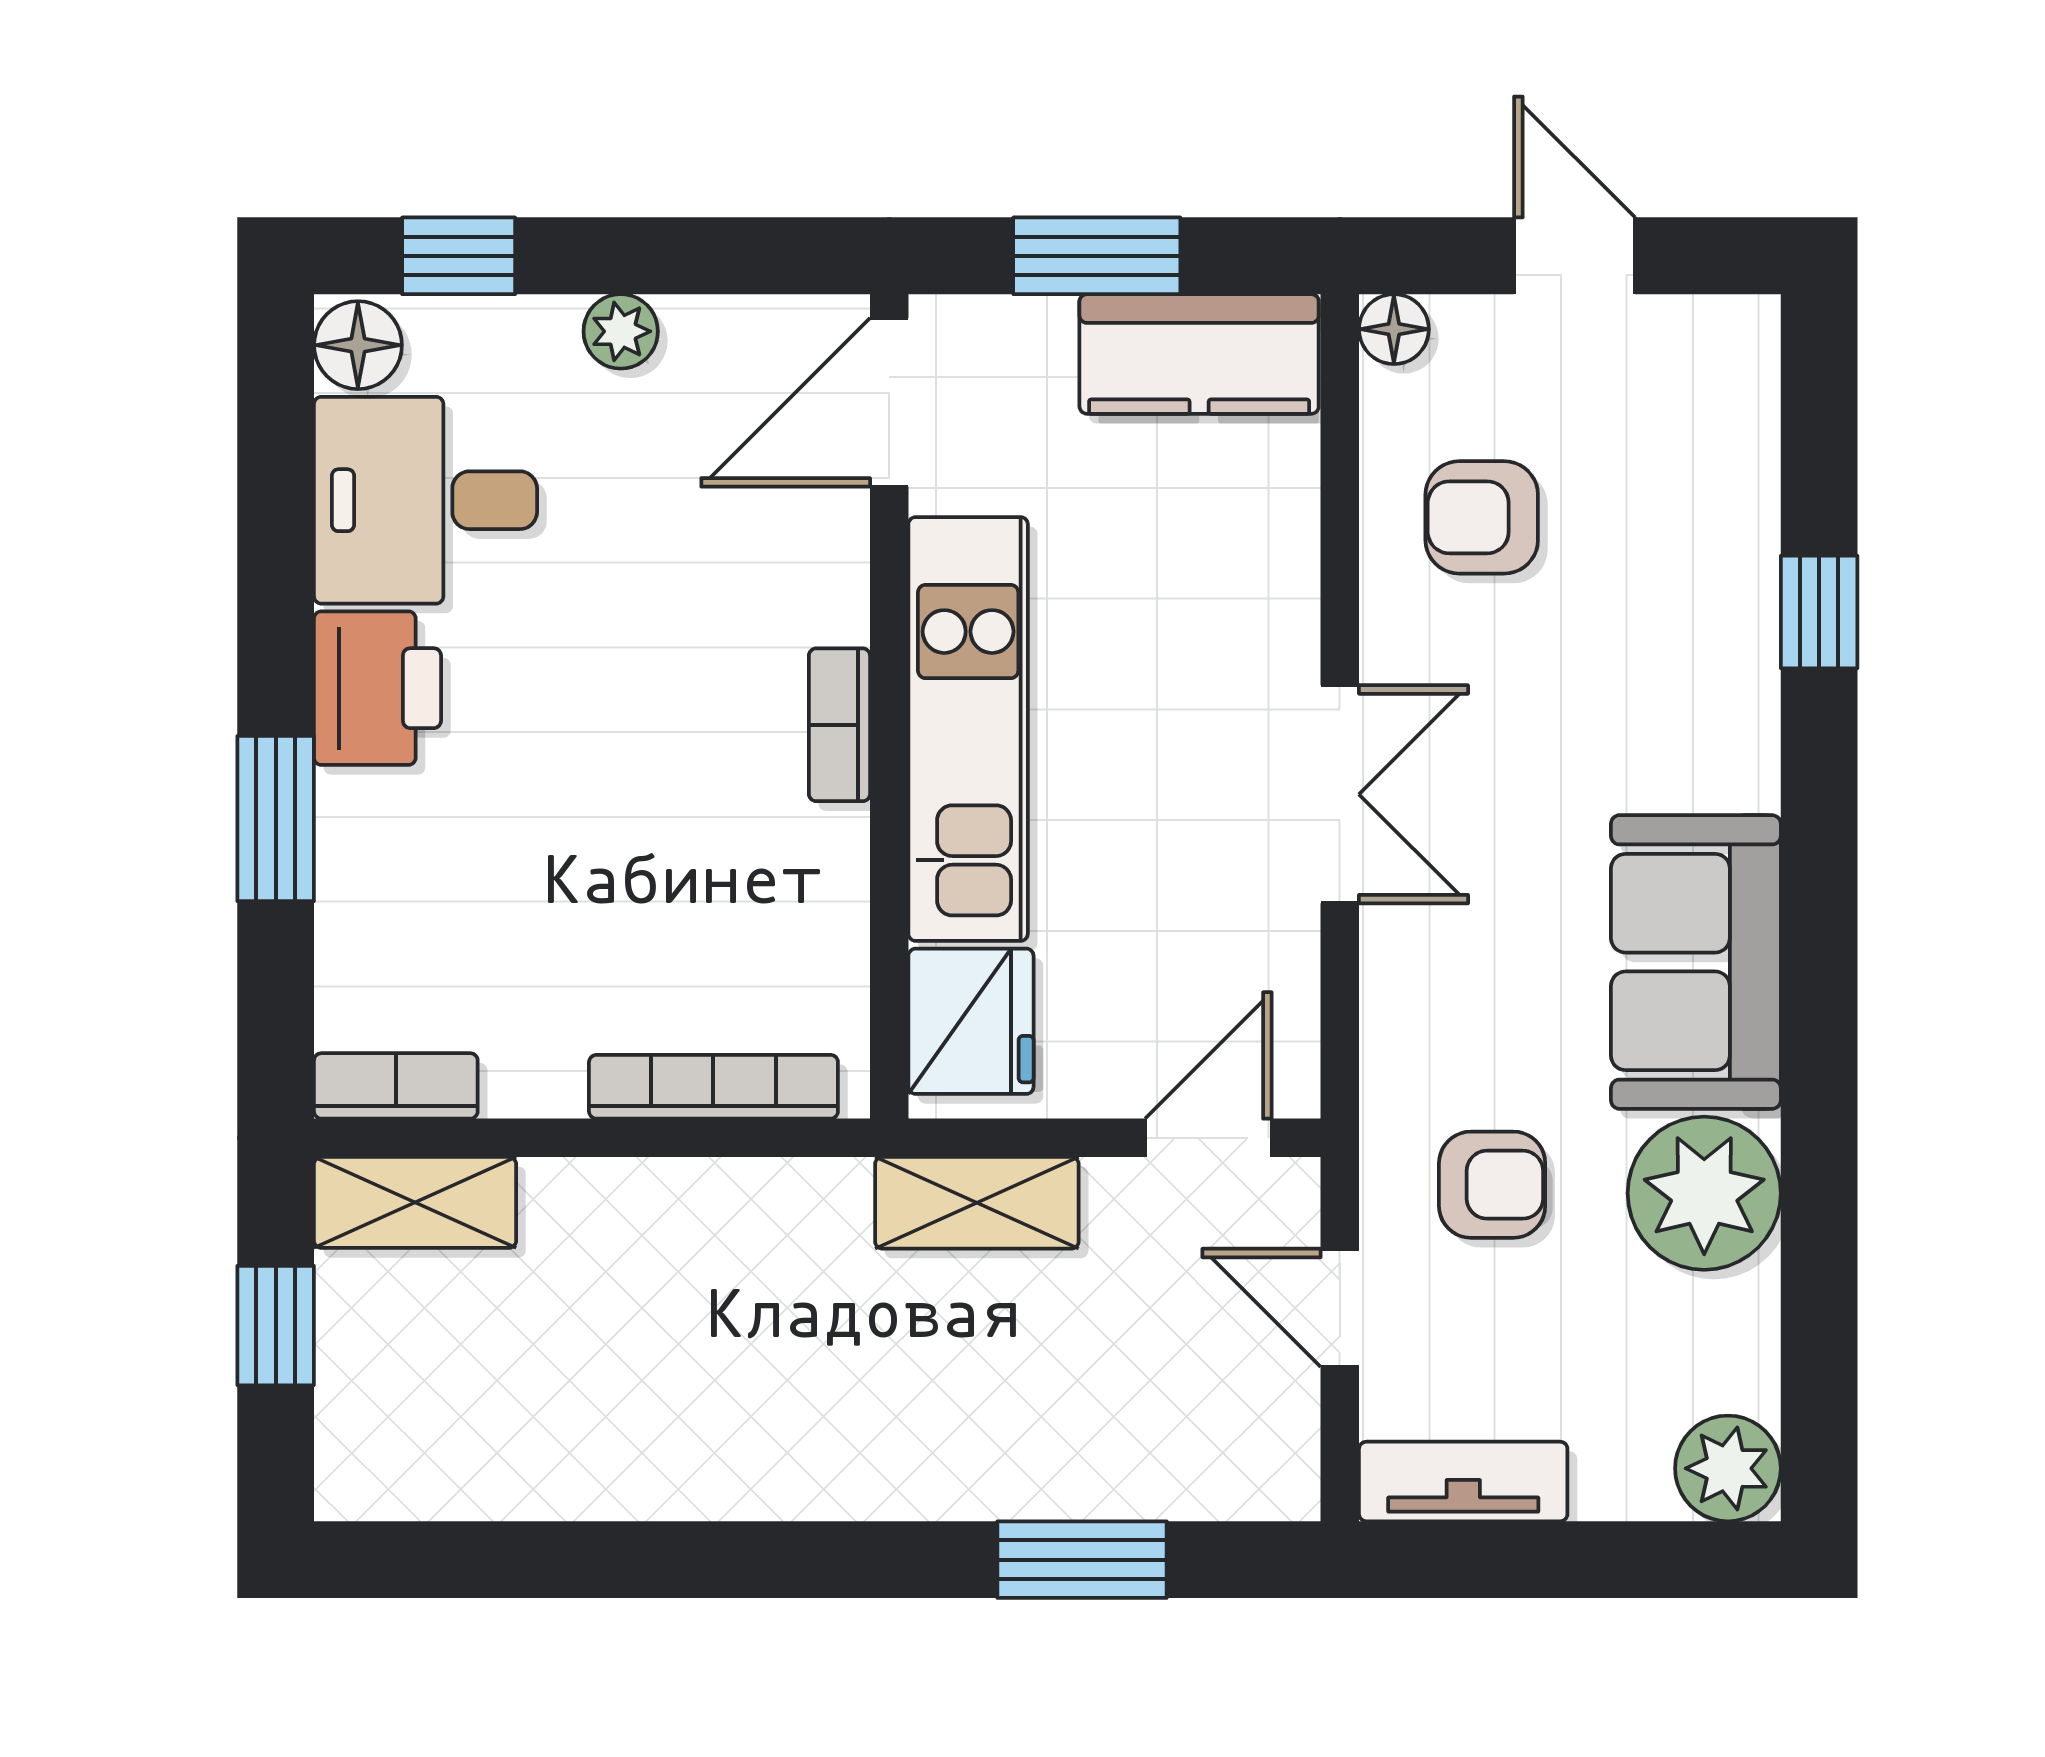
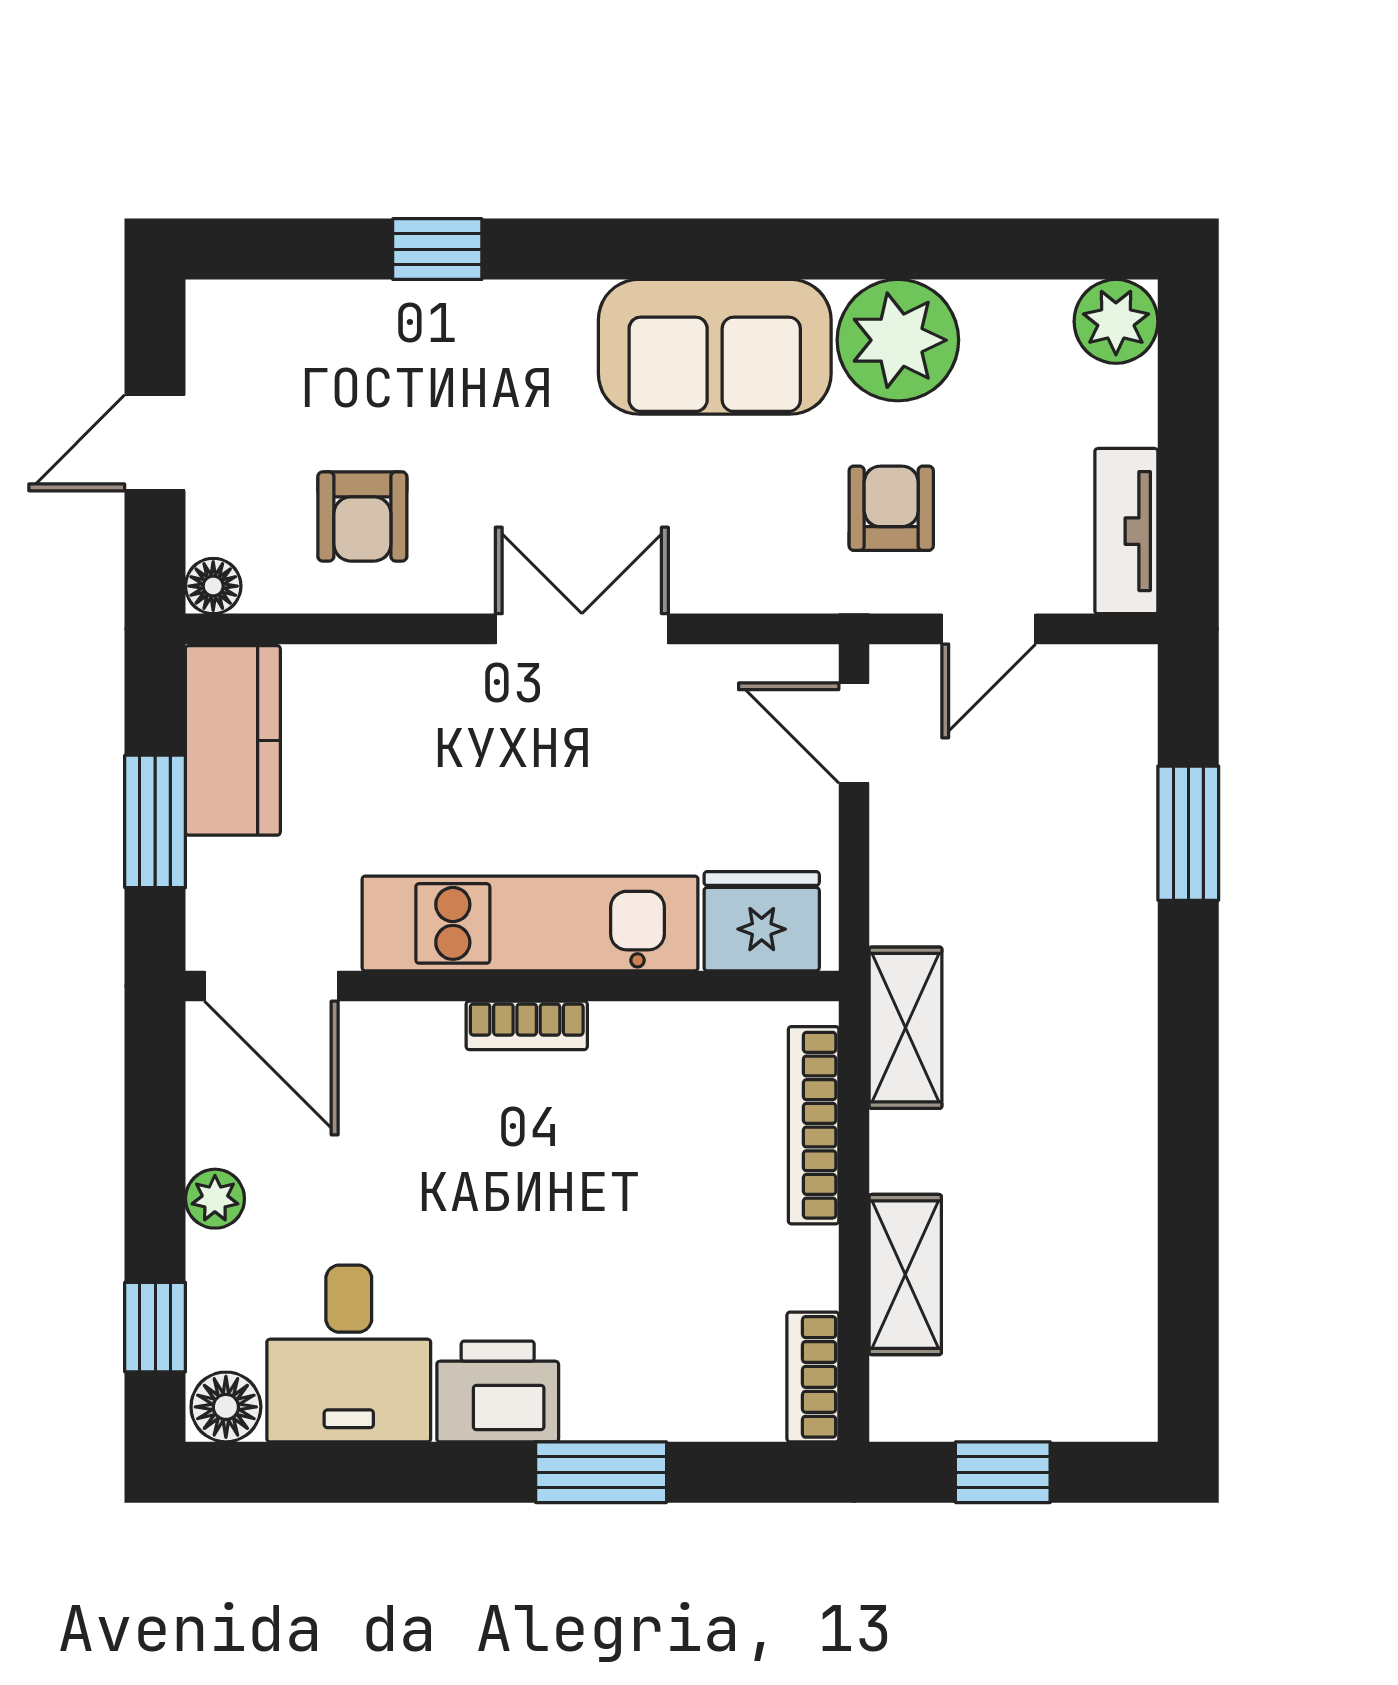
shelving: (415, 1202) -> (905, 1275), moved
shelving: (977, 1203) -> (905, 1028), moved

